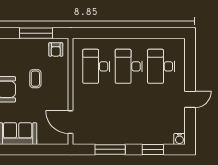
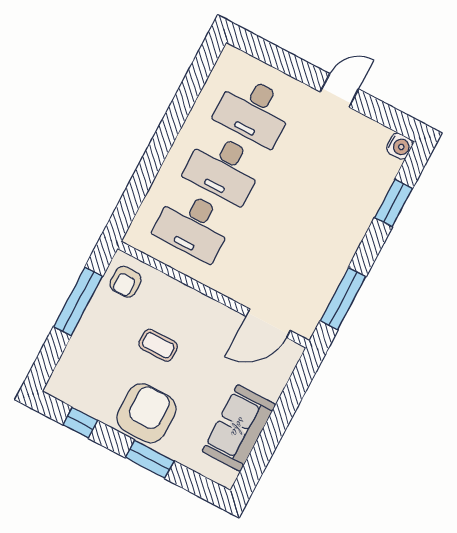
armchair: (56, 49) -> (126, 282), turned 90
door: (190, 99) -> (339, 90), hinge flipped
window: (110, 149) -> (343, 299), moved

